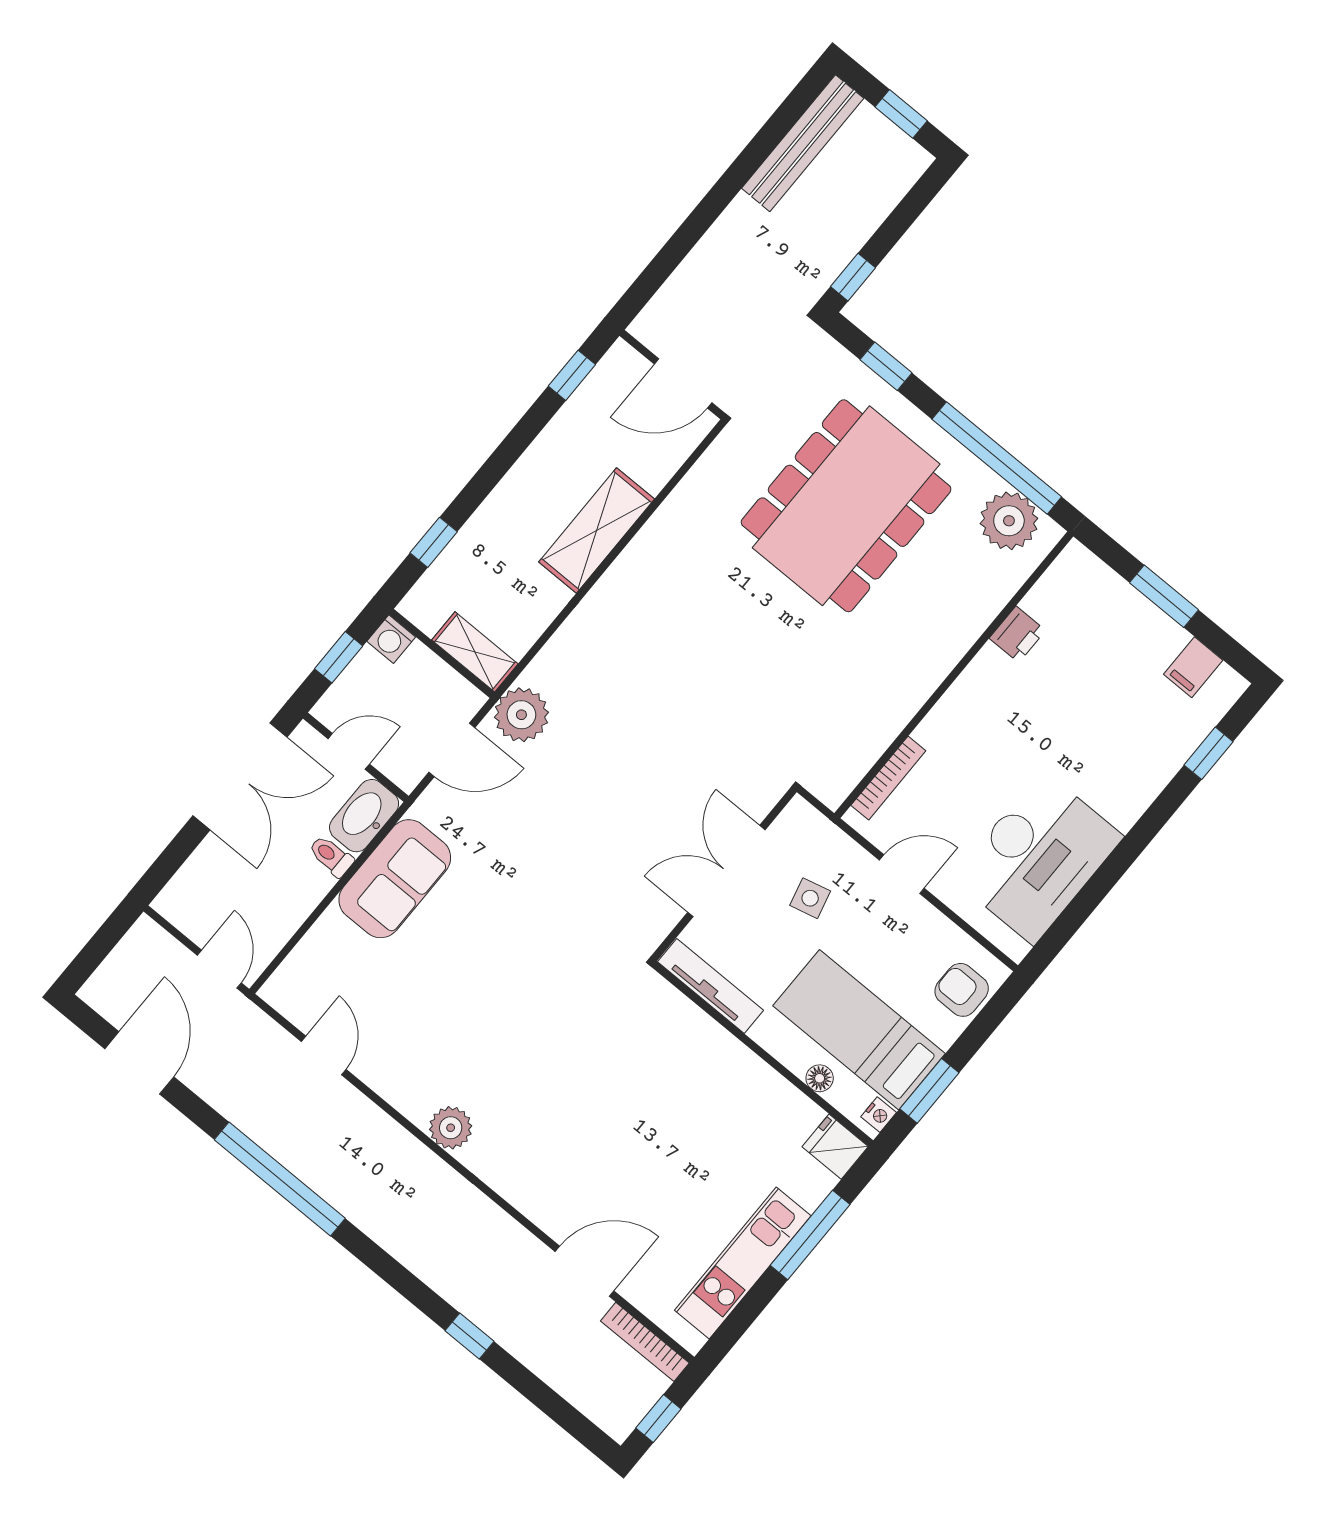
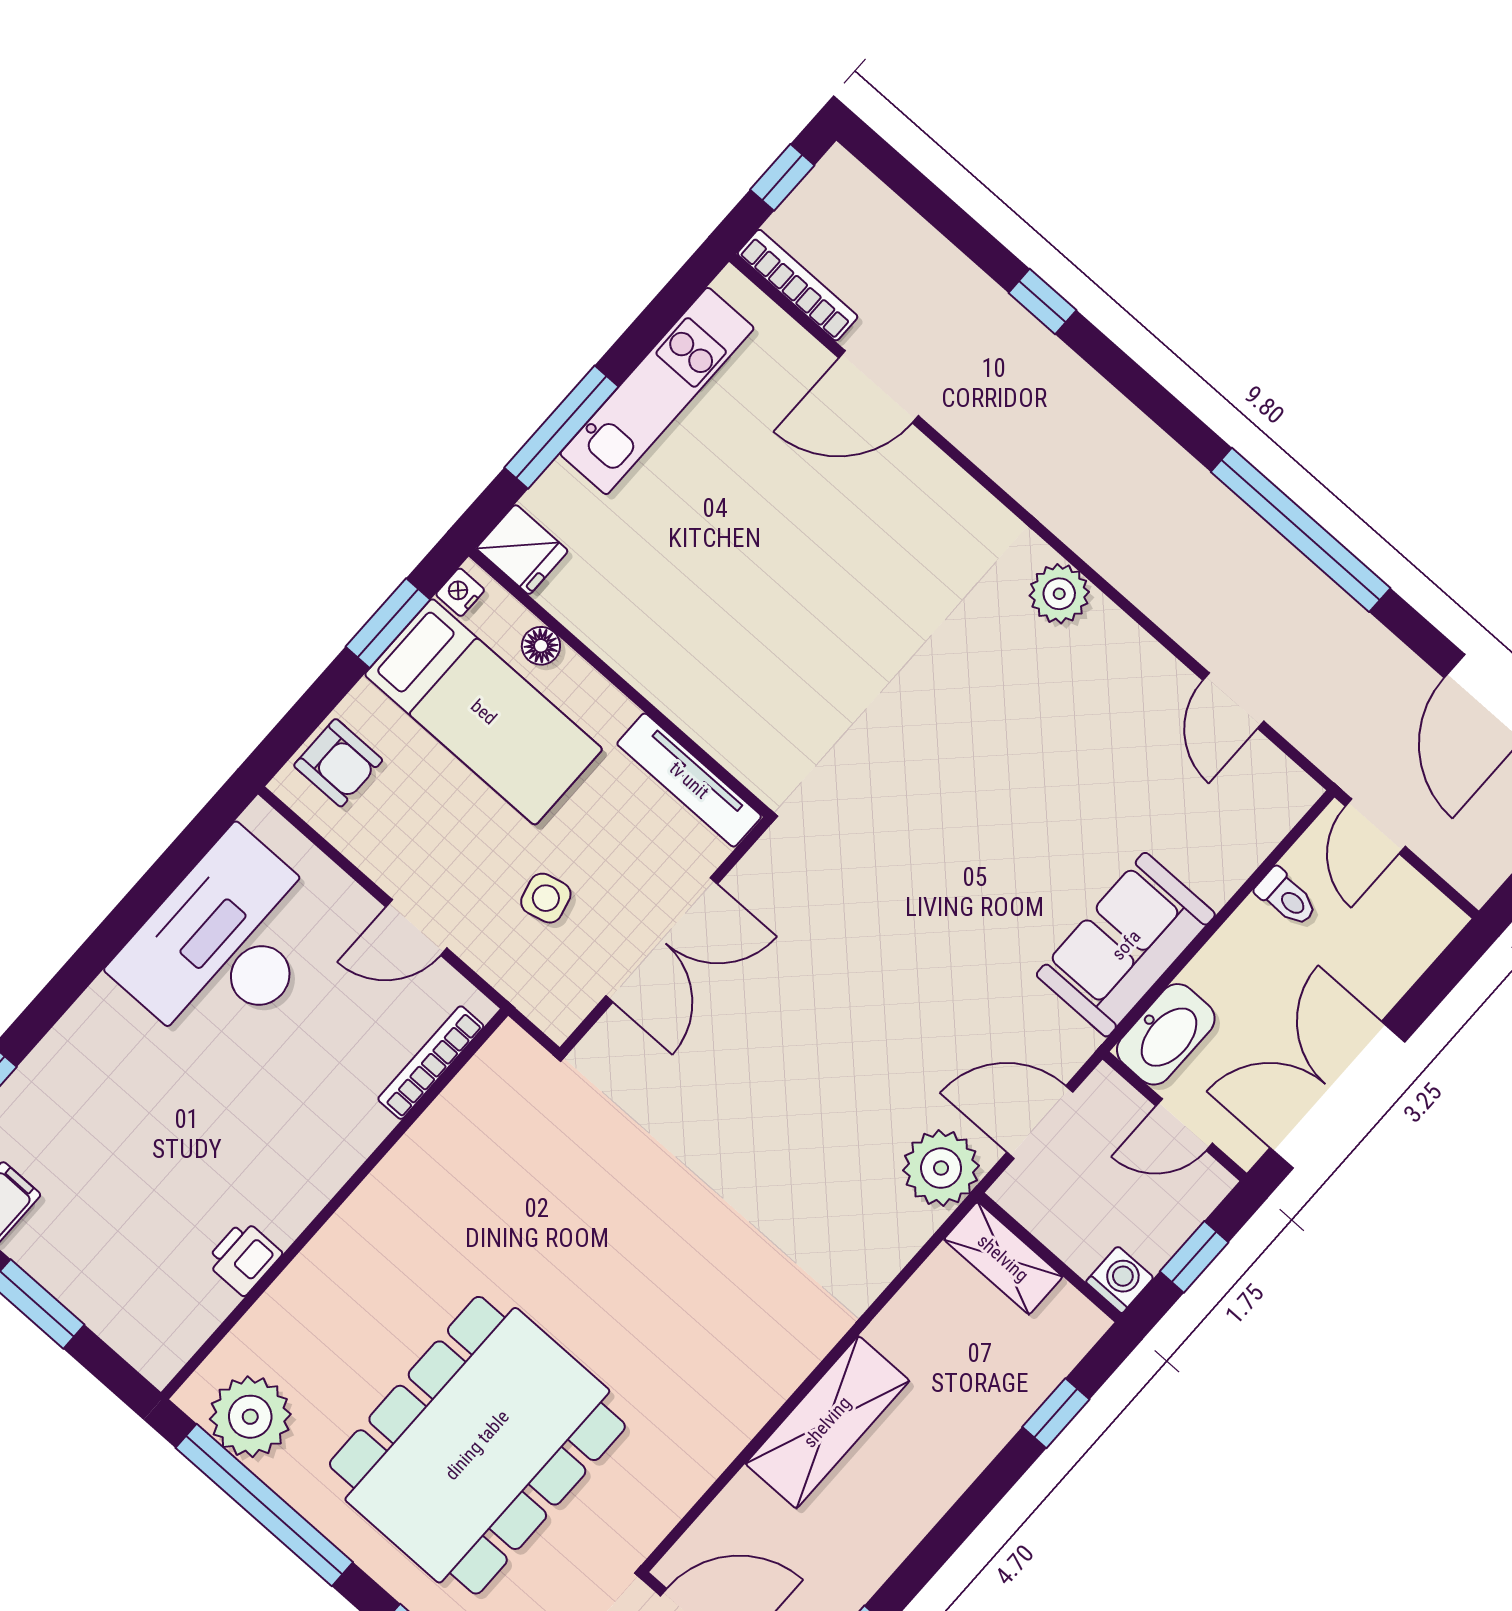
toilet: (331, 856) -> (1286, 897), moved

